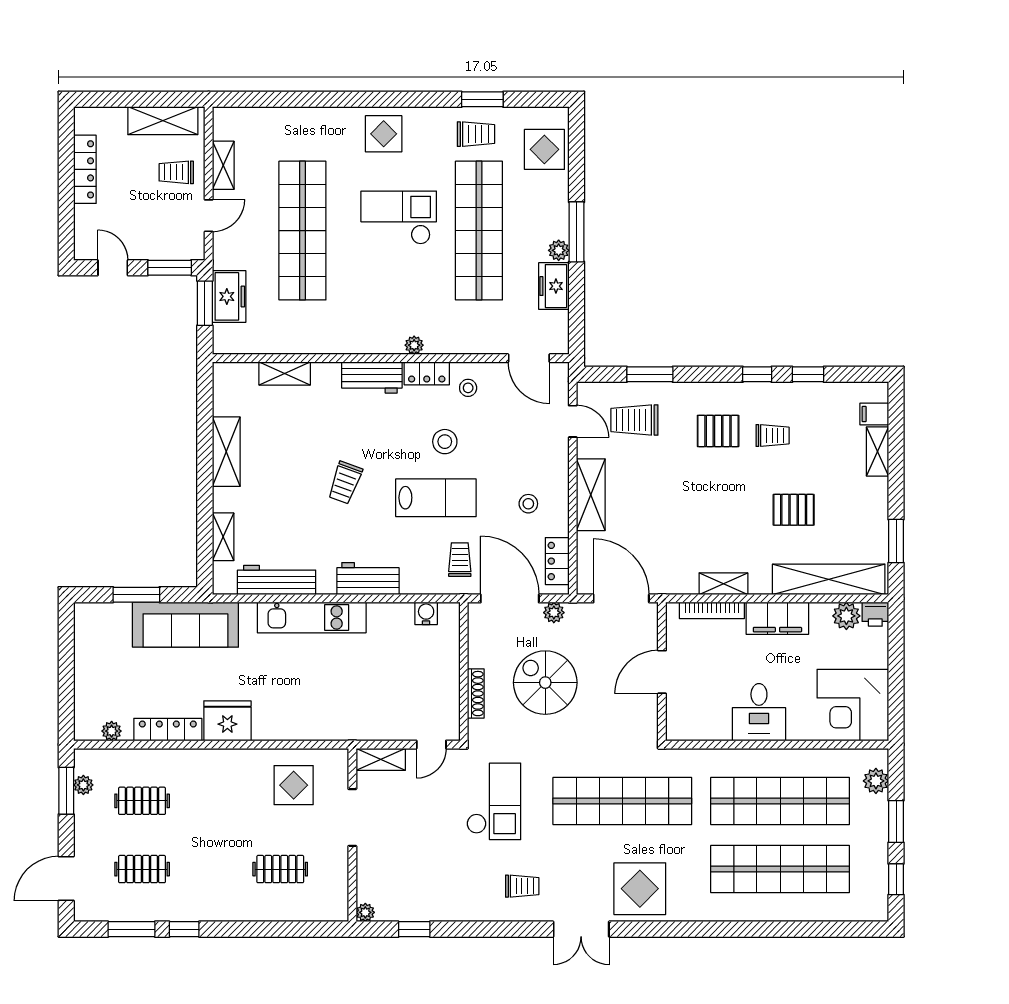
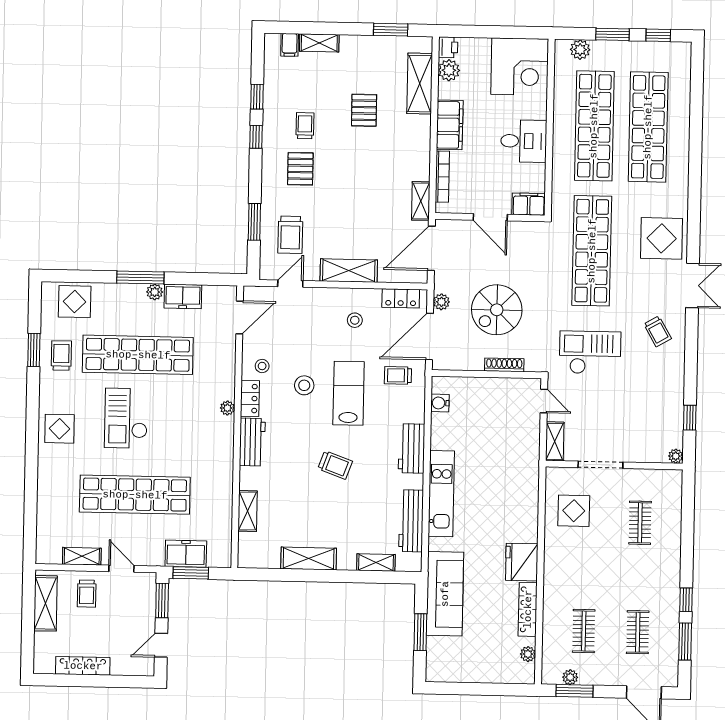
shelving: (829, 579) -> (420, 84), width x0.68
shelving: (723, 584) -> (421, 201), moved
filing cabinet: (680, 720) -> (529, 204), added
trolley: (522, 886) -> (658, 331), turned 150

